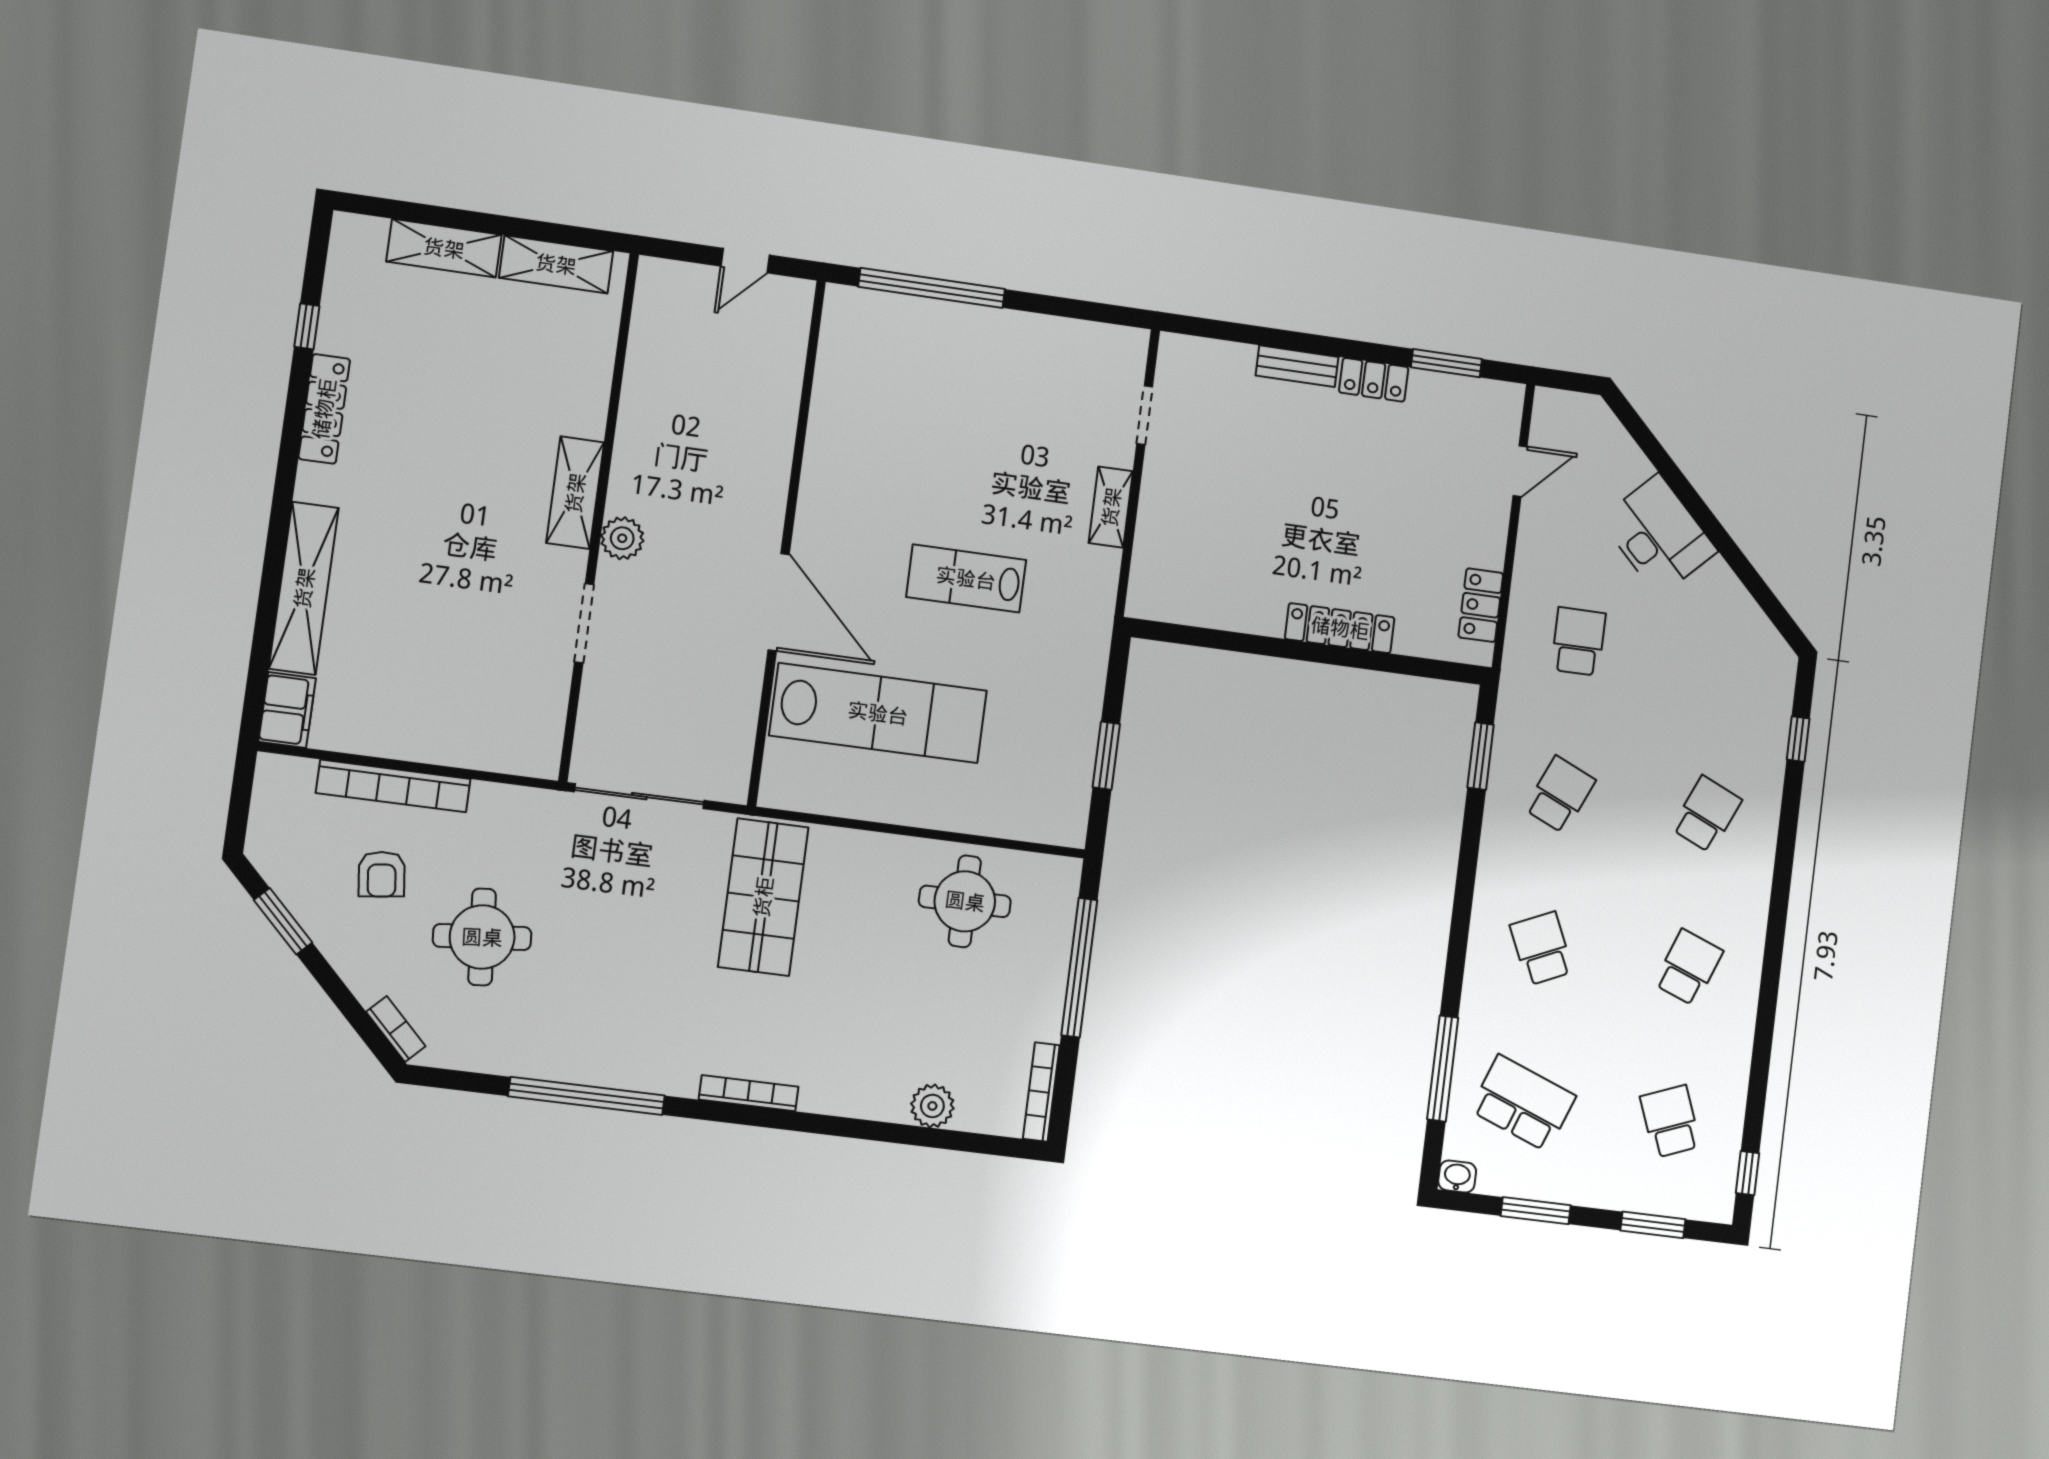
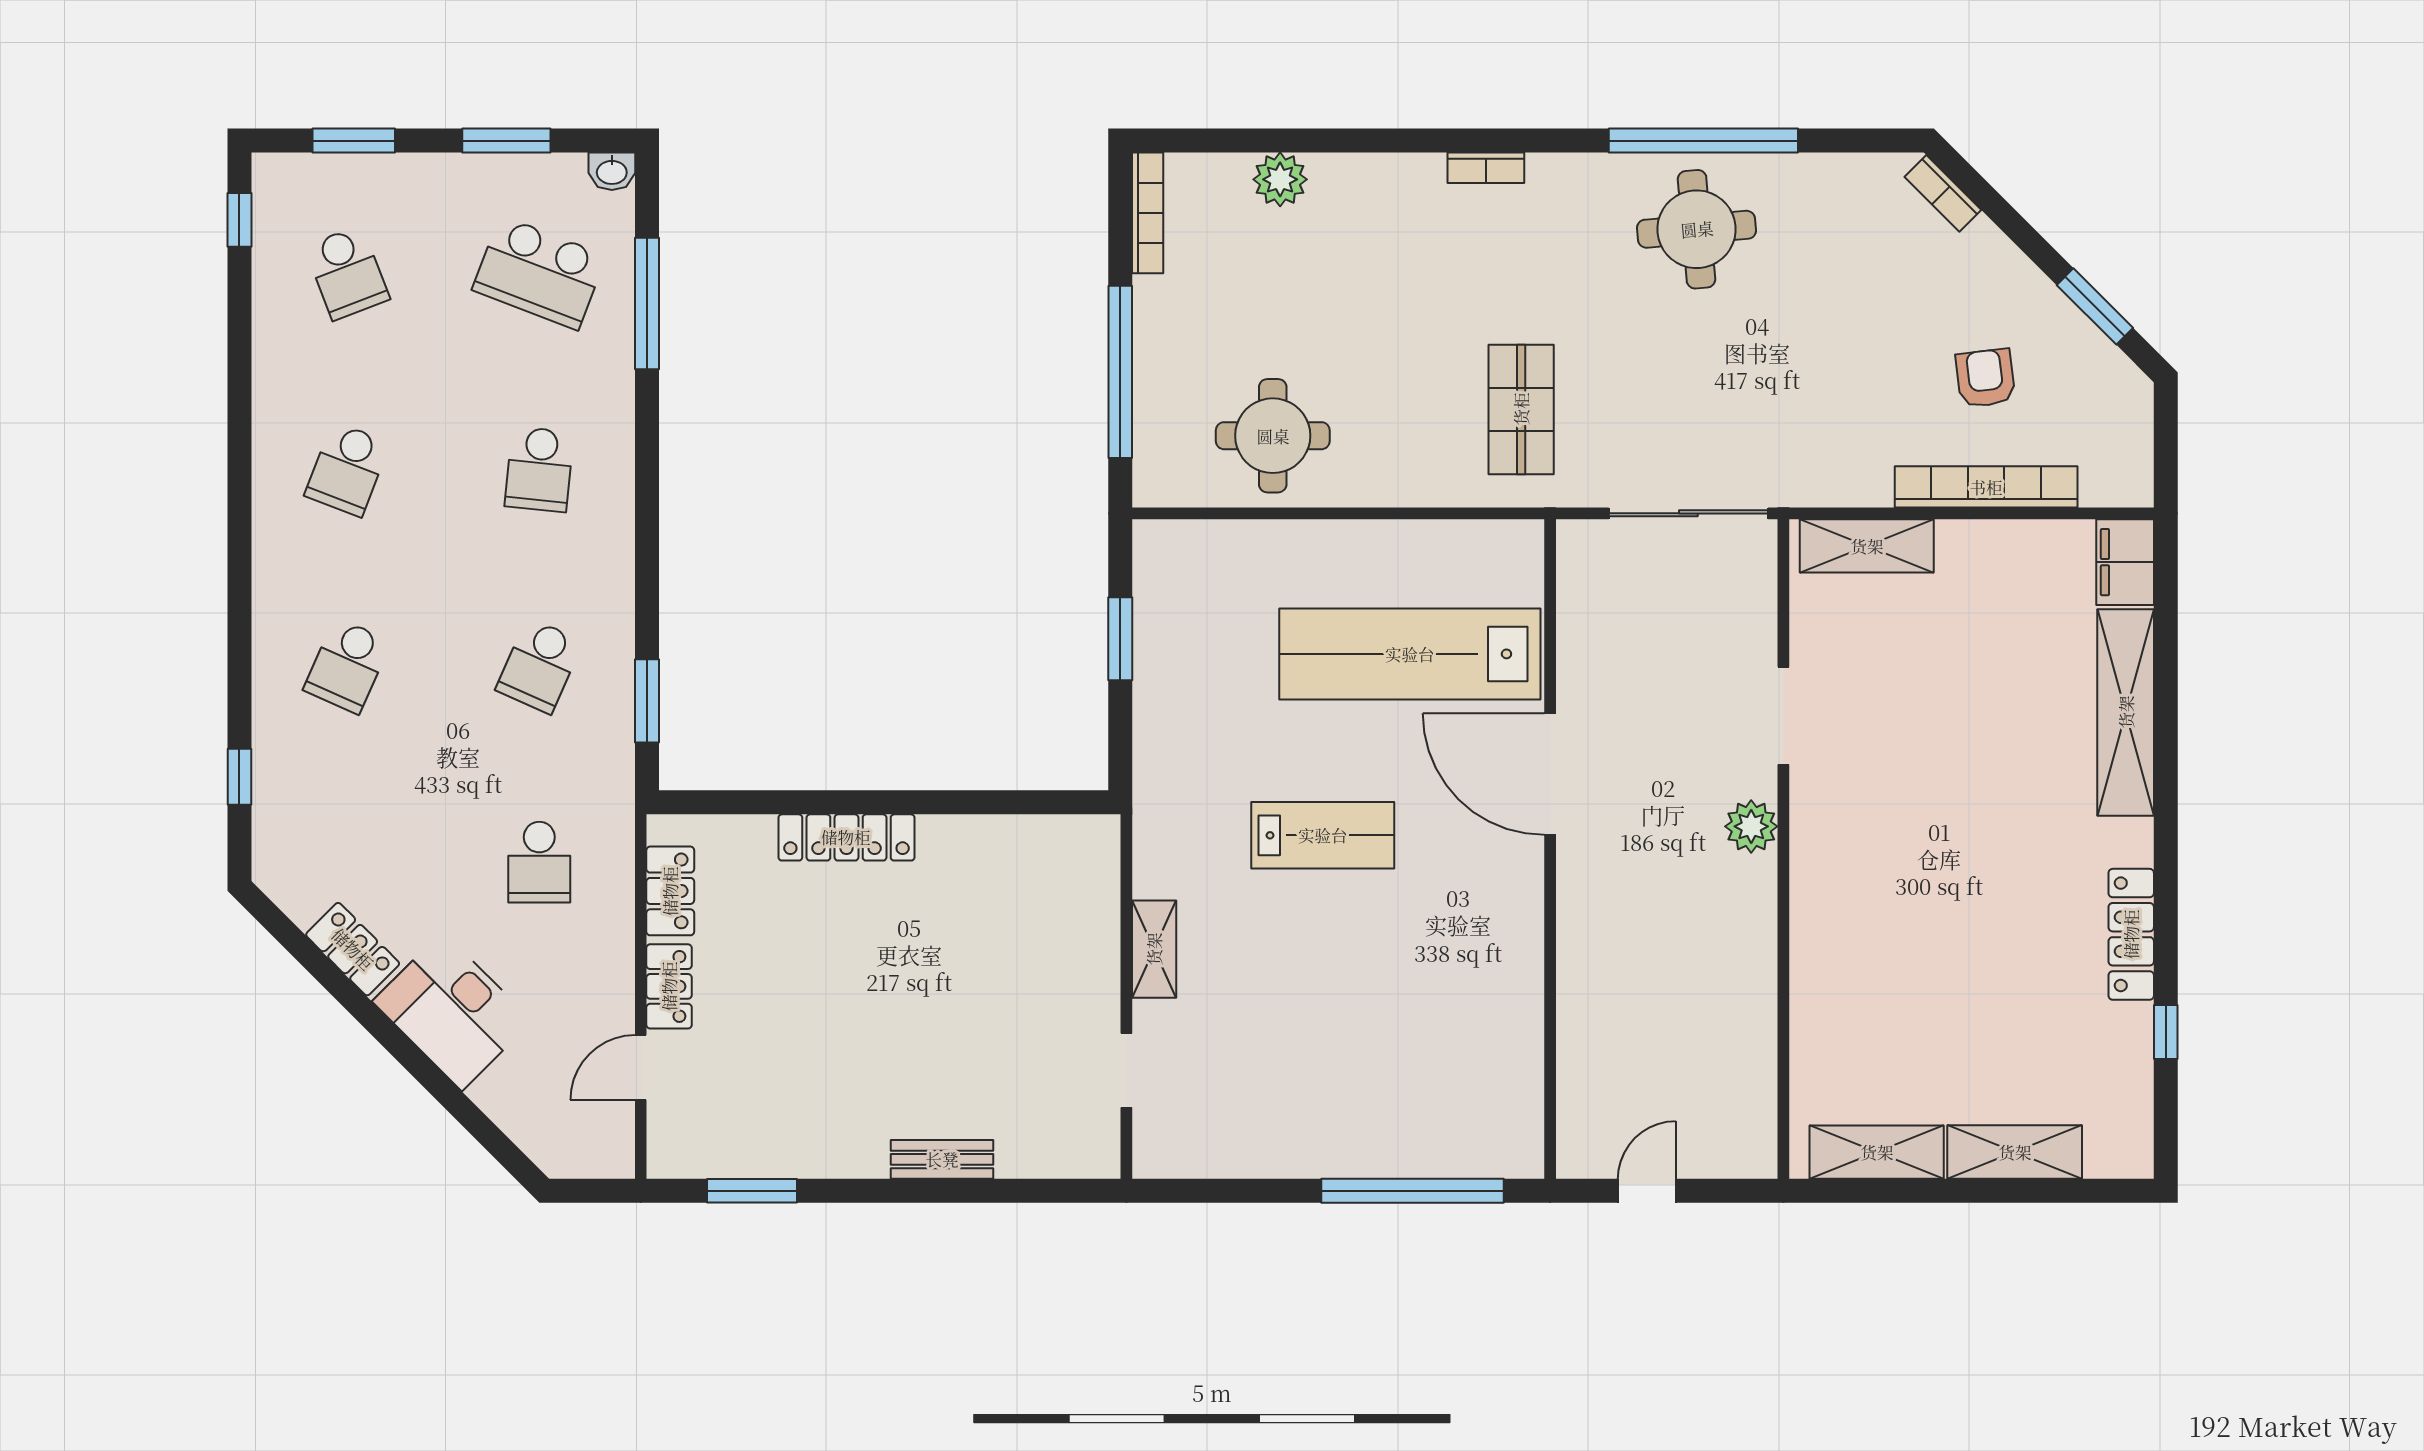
locker: (1374, 380) -> (669, 986), moved, turned 90
shelving: (575, 493) -> (1867, 546), moved, turned 90
locker: (1728, 594) -> (353, 949), added
shop shelf: (763, 897) -> (1521, 409), width x0.70, depth x0.74
round table: (482, 937) -> (1697, 229), moved
school desk: (1541, 948) -> (539, 469), turned 30
bookcase: (749, 1093) -> (1486, 168), width x0.64

